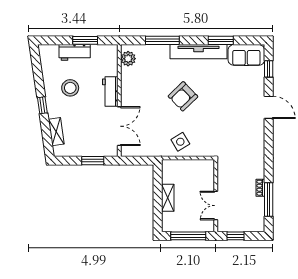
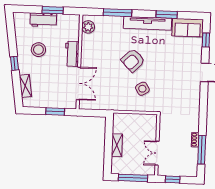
side table: (180, 142) -> (142, 89), moved

